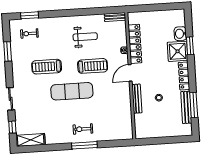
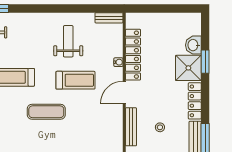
weight bench: (85, 37) -> (68, 41), turned -90
exercise mat: (72, 91) -> (46, 112), width x0.73, depth x0.69

